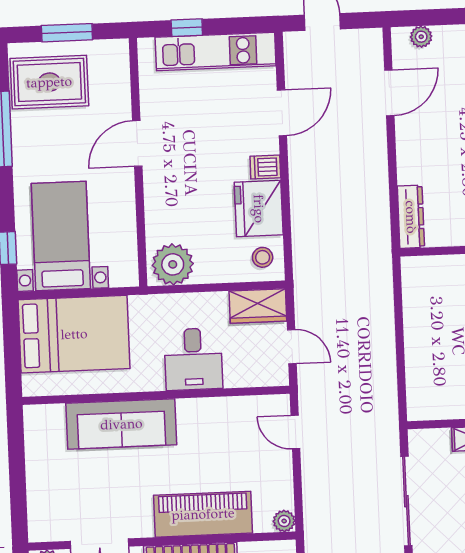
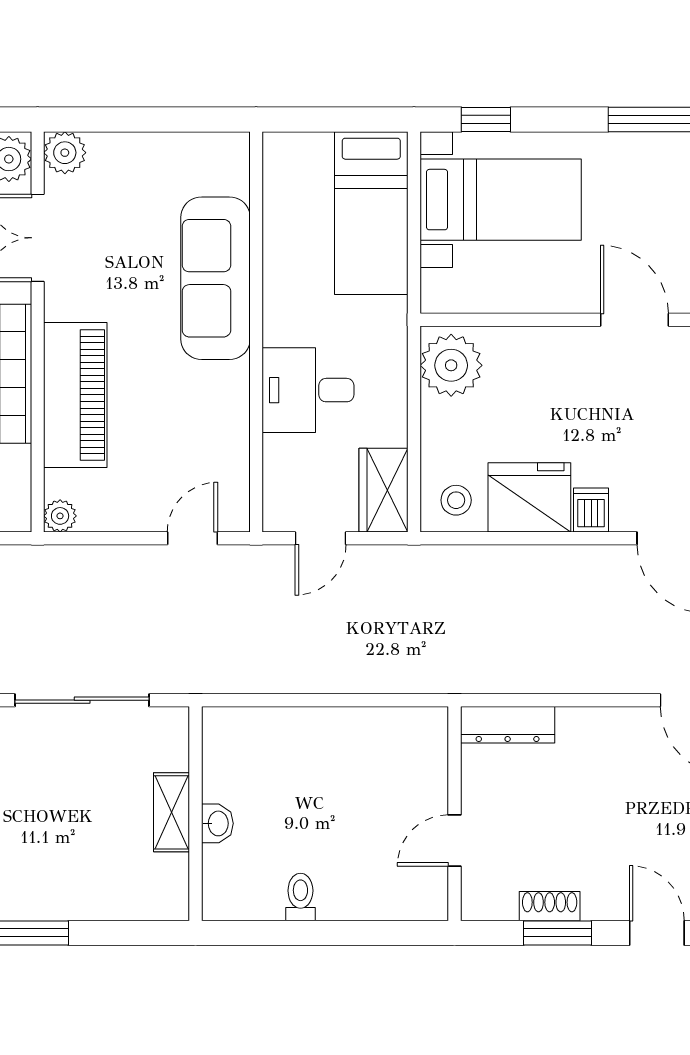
bed: (74, 334) -> (371, 213), width x0.67
plant: (42, 528) -> (65, 153), added

